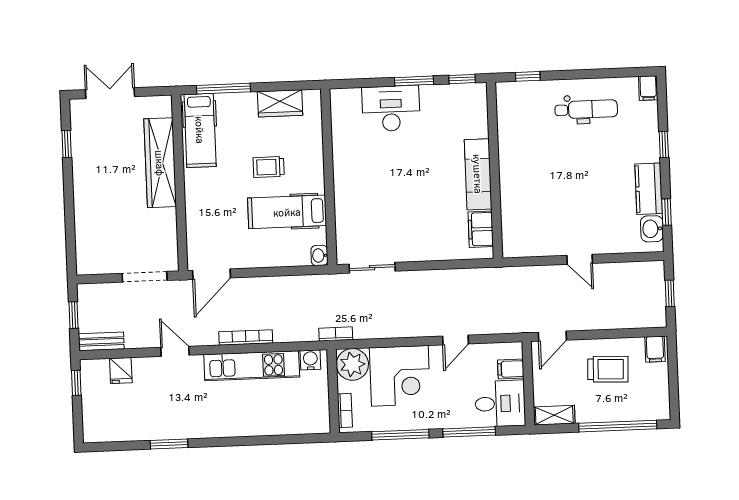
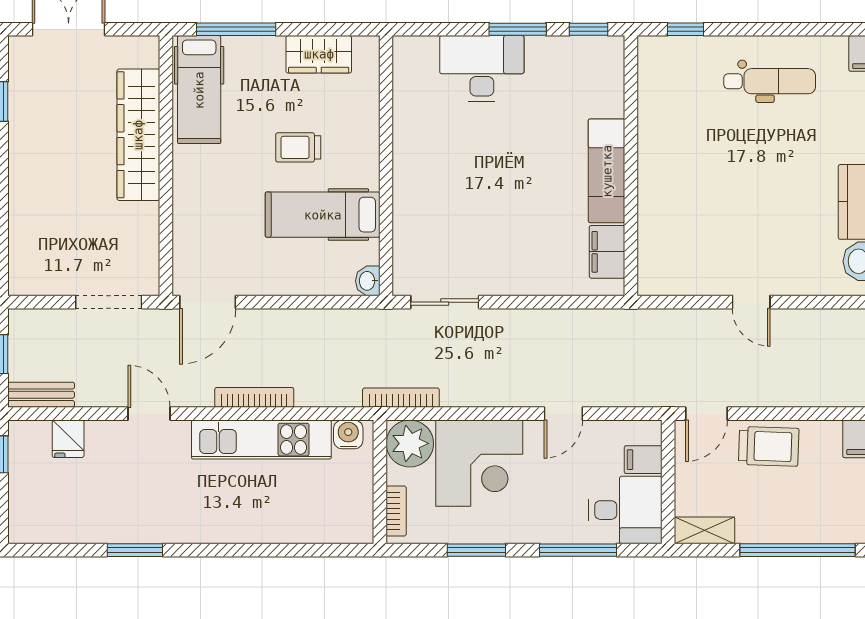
bookcase: (336, 334) -> (401, 398), width x1.56
trolley: (608, 369) -> (769, 446), moved
window: (400, 435) -> (476, 550), width x0.69

